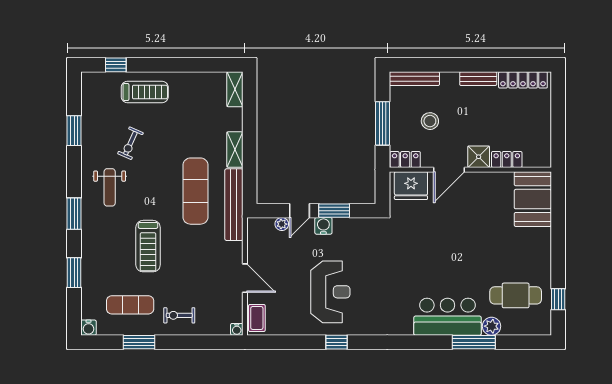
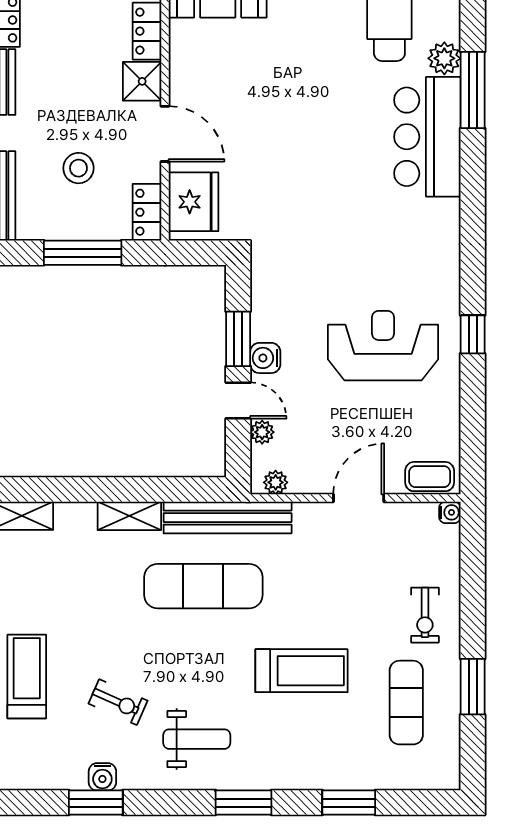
plant: (254, 232) -> (276, 482), added
water cooler: (88, 328) -> (102, 777), moved, turned 90

